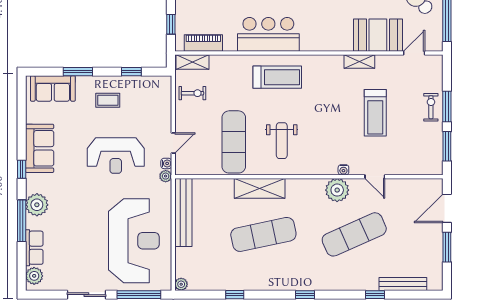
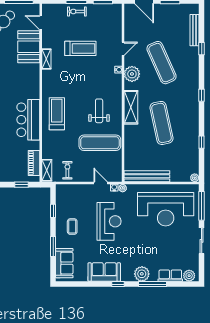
weight bench: (282, 141) -> (99, 111), turned -90
shelving: (260, 188) -> (131, 107), moved
reception desk: (134, 241) -> (166, 209), turned 180

